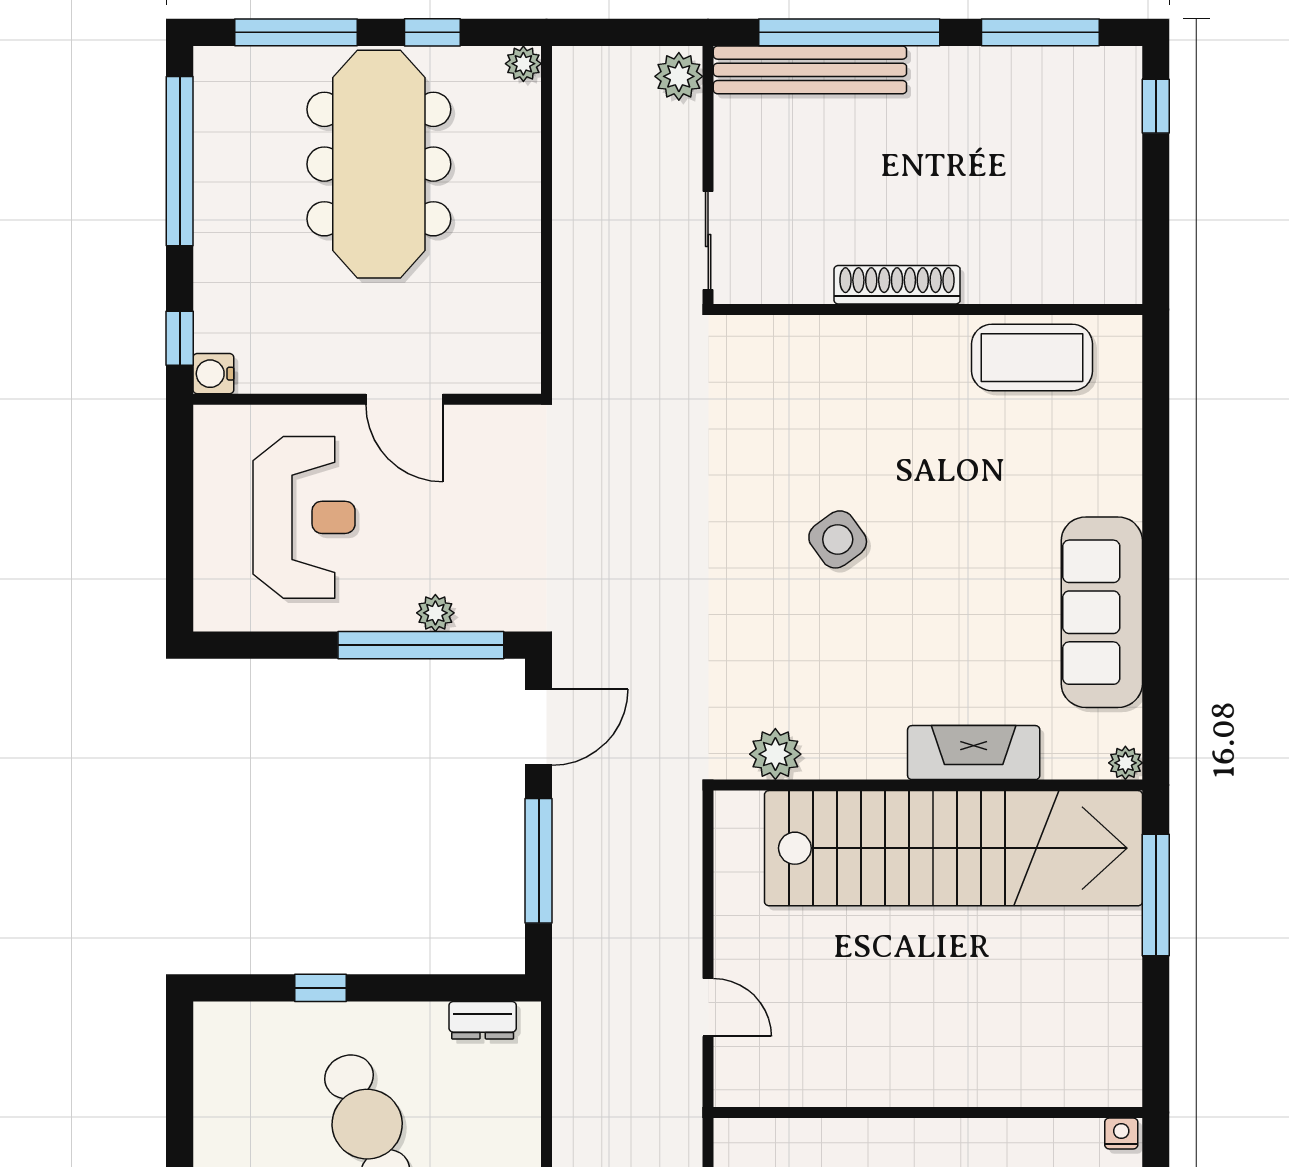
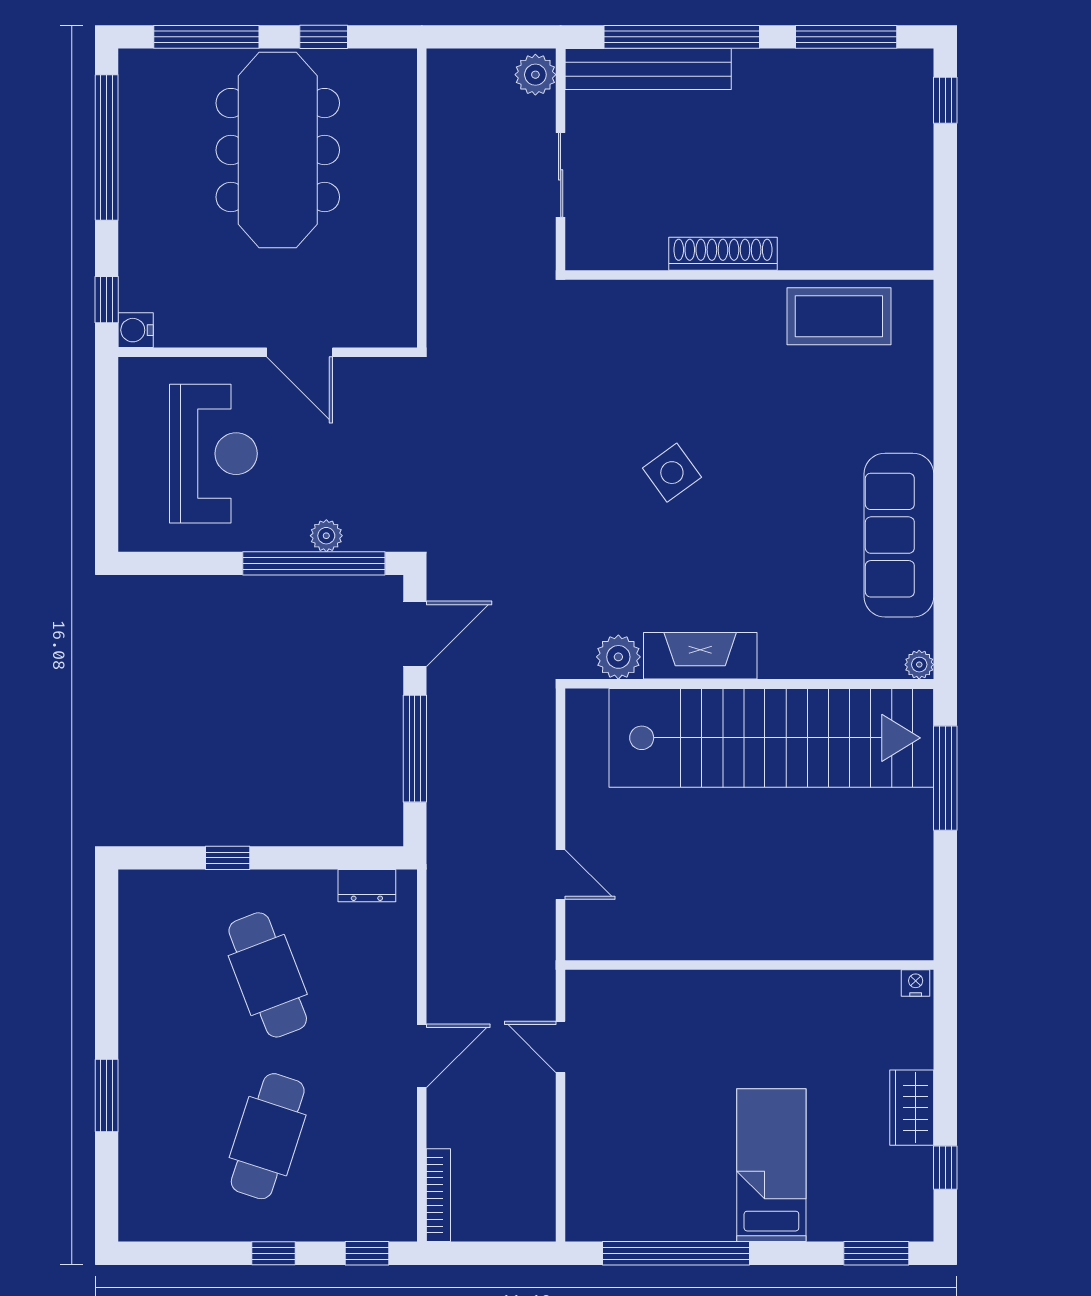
plant: (523, 64) -> (402, 64), removed
sliding door: (708, 241) -> (561, 175), moved
fireplace: (974, 753) -> (700, 656), moved

